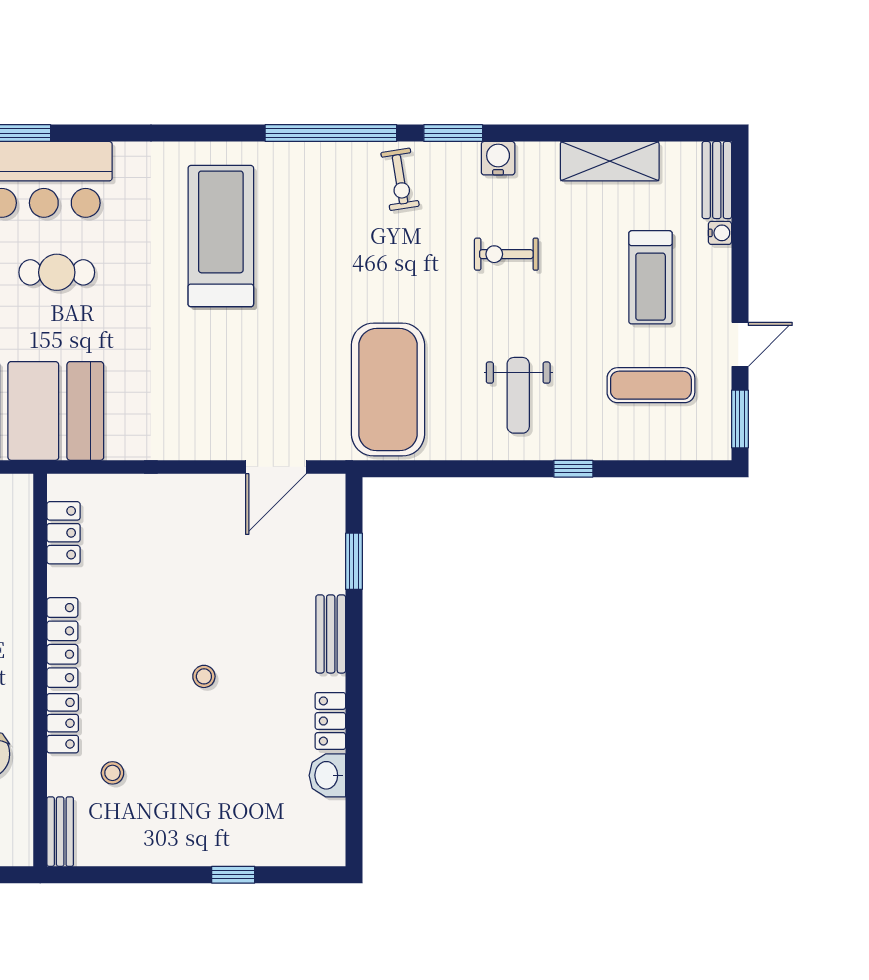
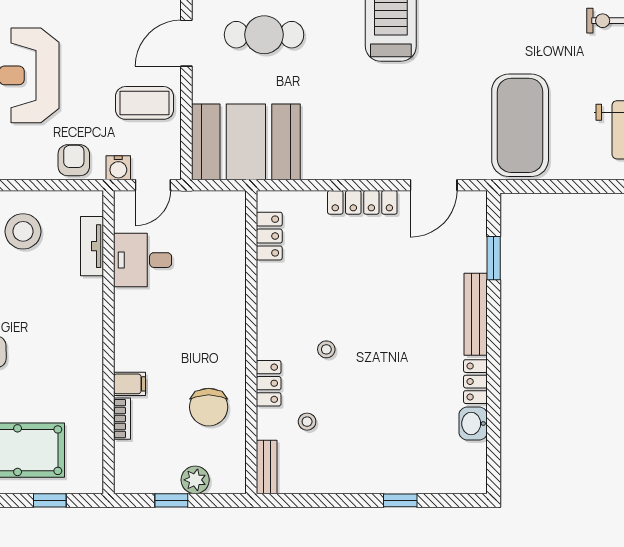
cafe table: (57, 272) -> (264, 35), width x1.37, depth x1.35
bench: (331, 634) -> (476, 314), width x1.36
locker: (62, 643) -> (362, 202), moved, turned 90
stool: (204, 676) -> (326, 349), moved

